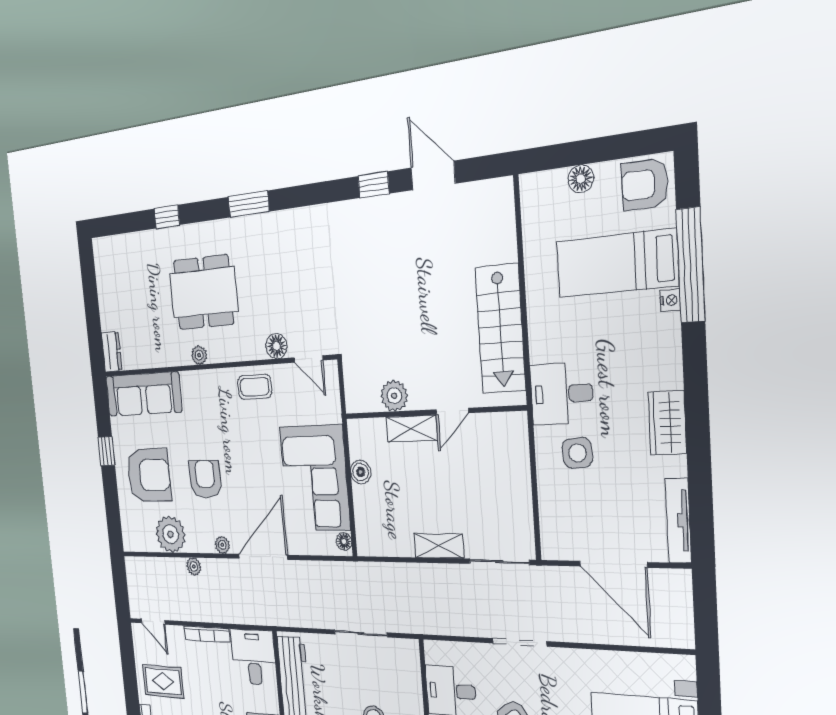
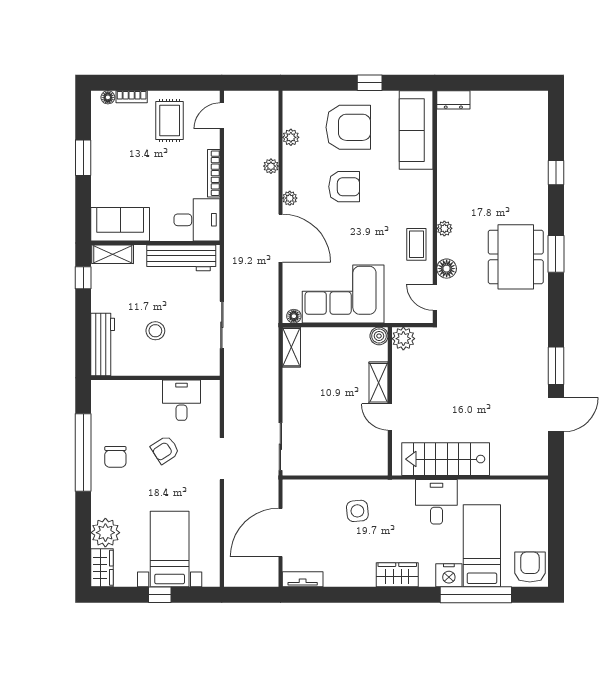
floor lamp: (581, 179) -> (539, 524), removed
window: (374, 185) -> (556, 366), width x1.50
dining table: (204, 292) -> (516, 257), moved
nightstand: (670, 300) -> (449, 575), width x1.89, depth x1.79
plant: (199, 355) -> (444, 228), moved
door: (309, 359) -> (435, 297), hinge flipped
desk: (562, 394) -> (436, 502), moved
plant: (394, 396) -> (403, 339), moved
wardrobe: (667, 423) -> (397, 575), moved
boiler: (361, 472) -> (379, 336), moved
armchair: (149, 475) -> (348, 127), turned -90
tv unit: (678, 520) -> (303, 579), width x0.71
plant: (171, 534) -> (291, 137), width x0.53, depth x0.53
shelving: (439, 546) -> (291, 347), moved

